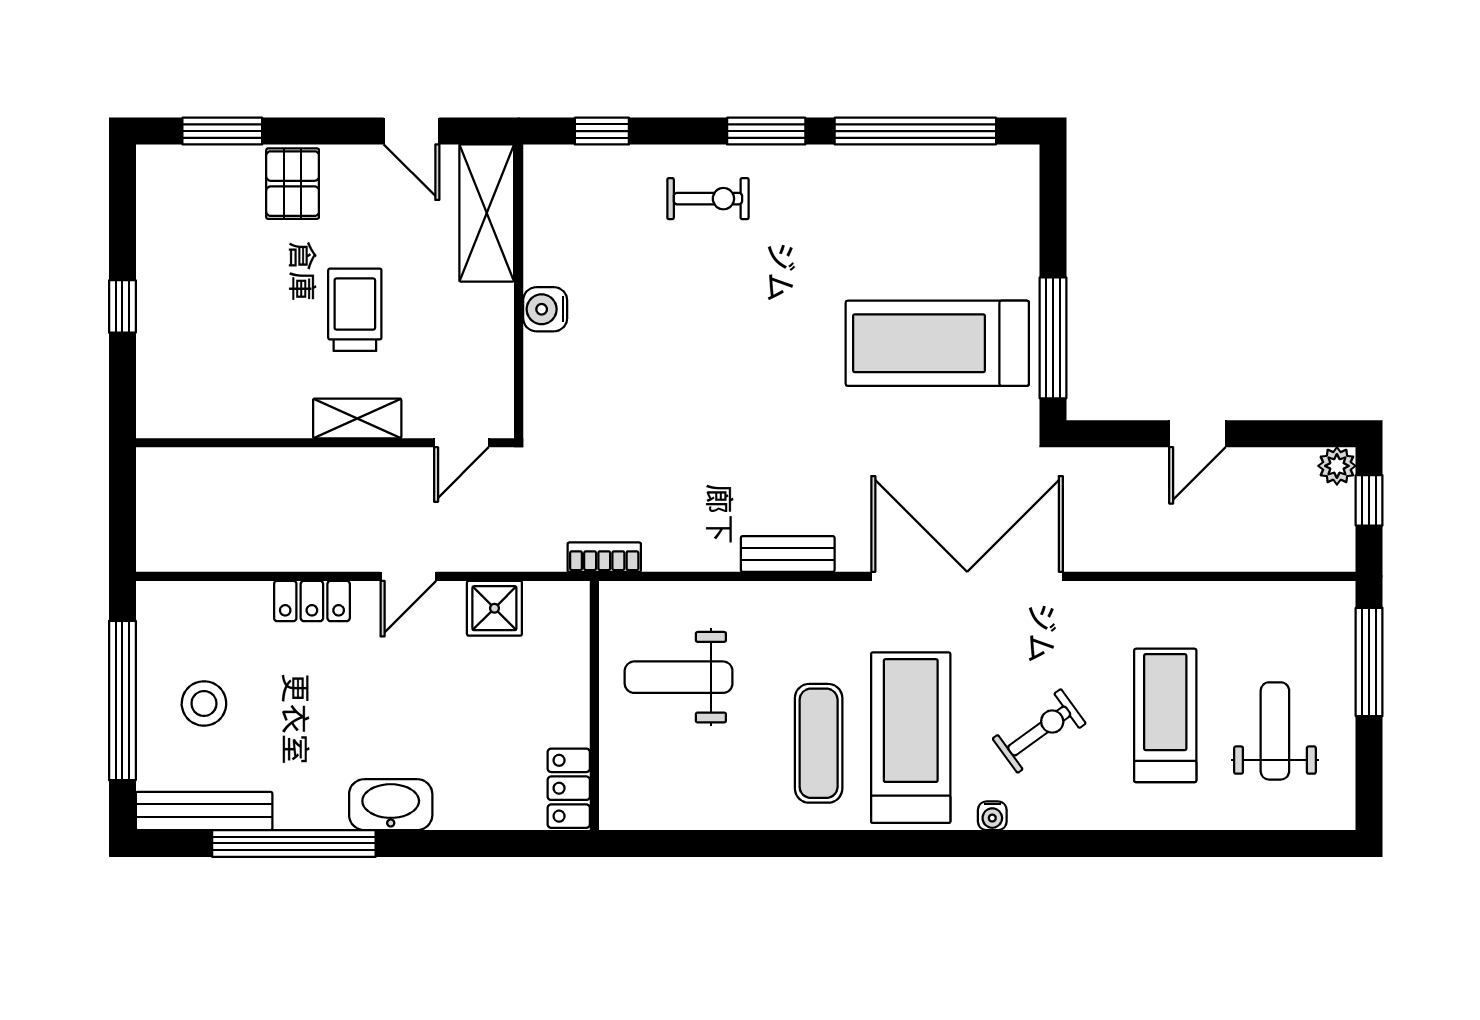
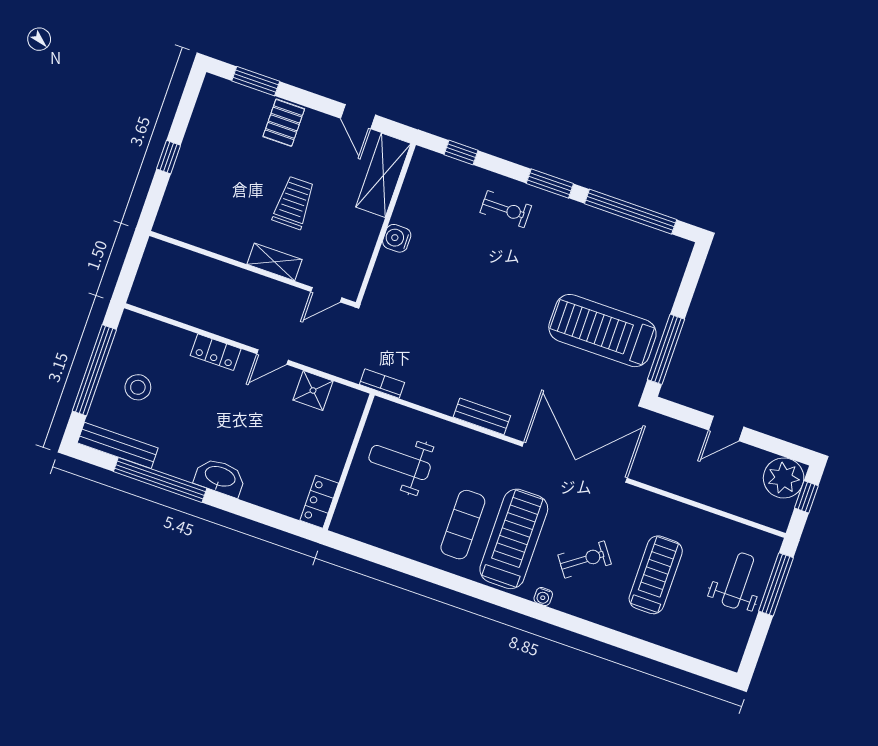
plant: (1337, 466) -> (784, 478), width x1.87, depth x1.87
weight bench: (1275, 731) -> (738, 581), moved

